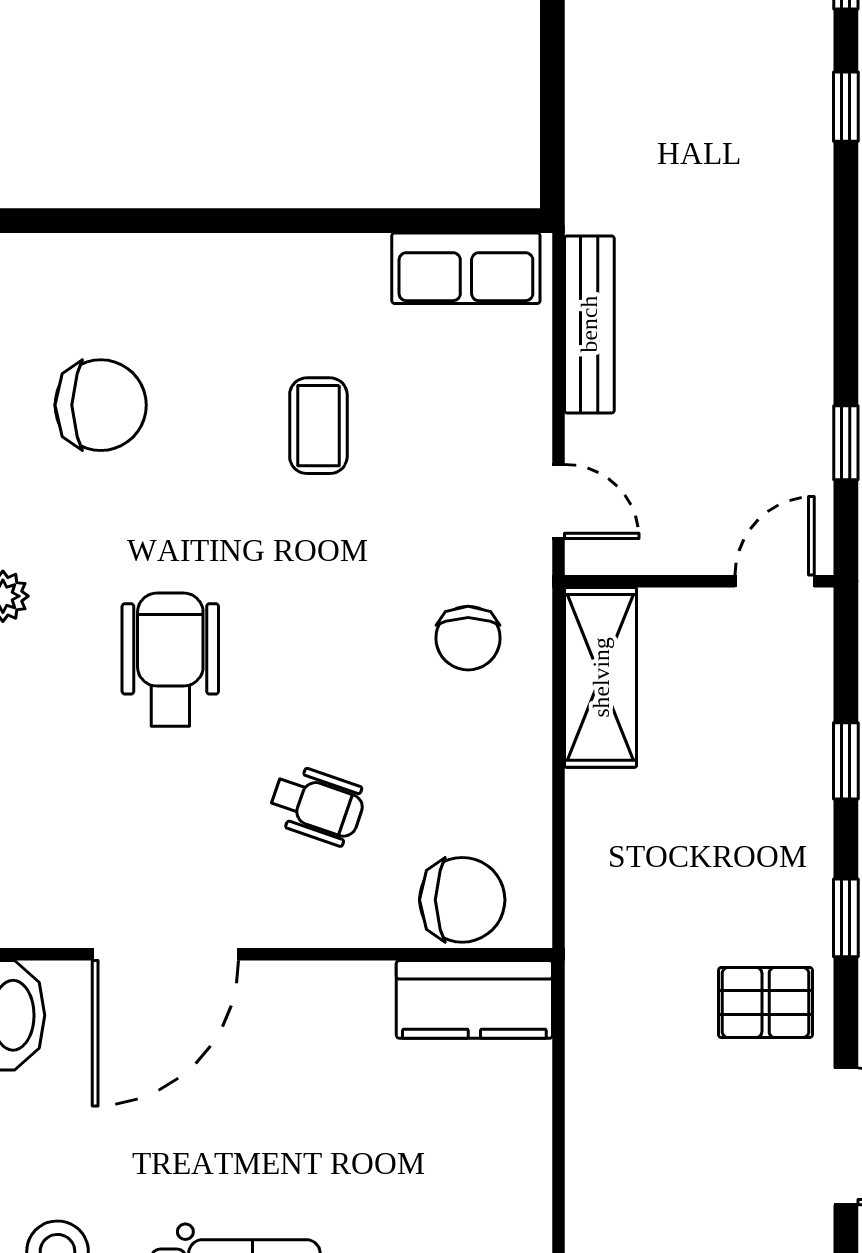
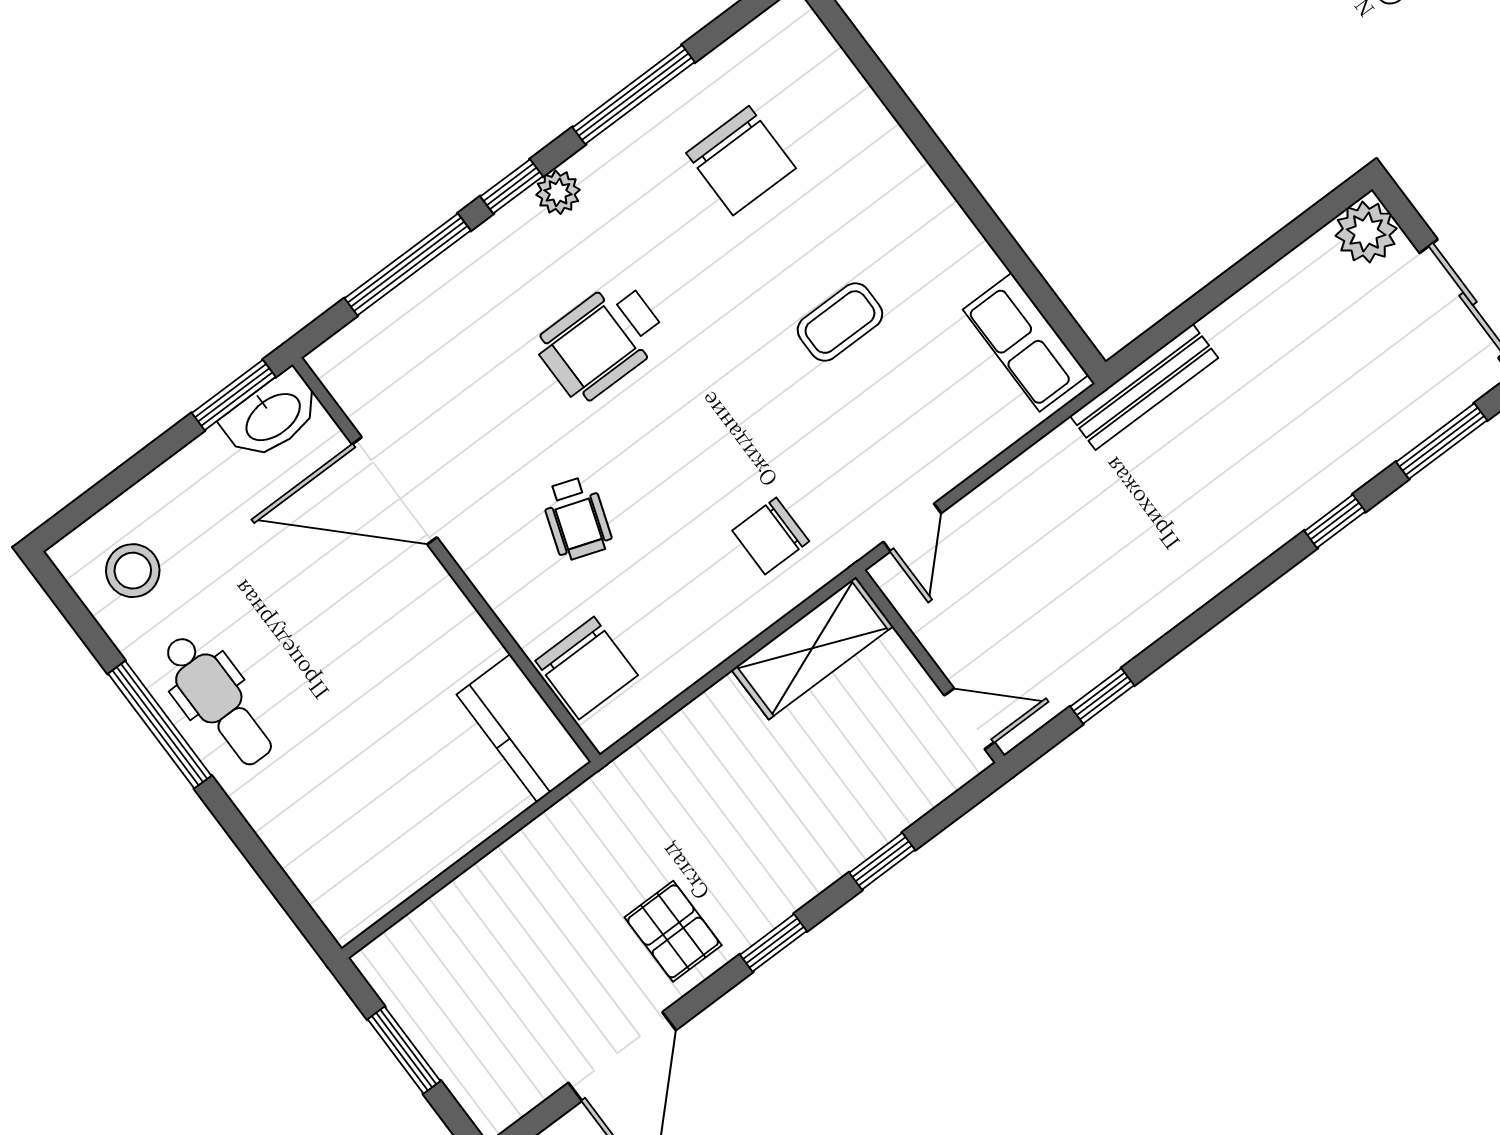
bench: (589, 324) -> (1144, 387), moved
wheelchair: (170, 660) -> (601, 341), turned 180

